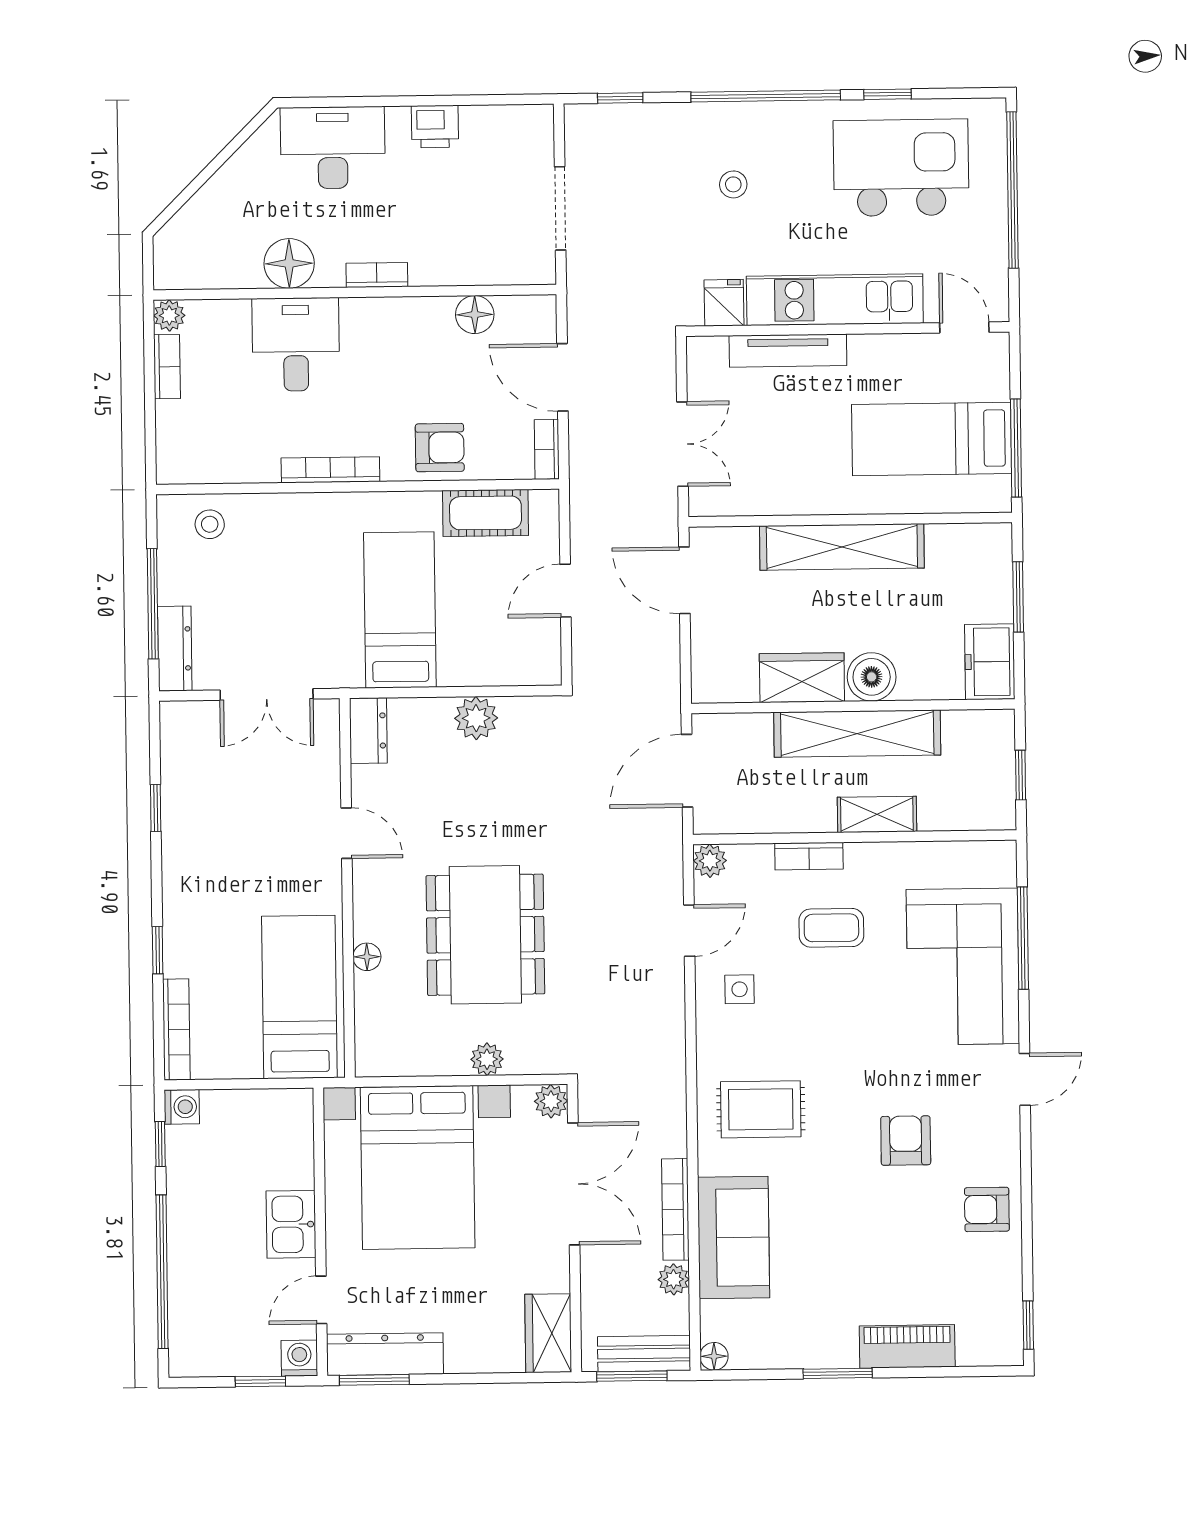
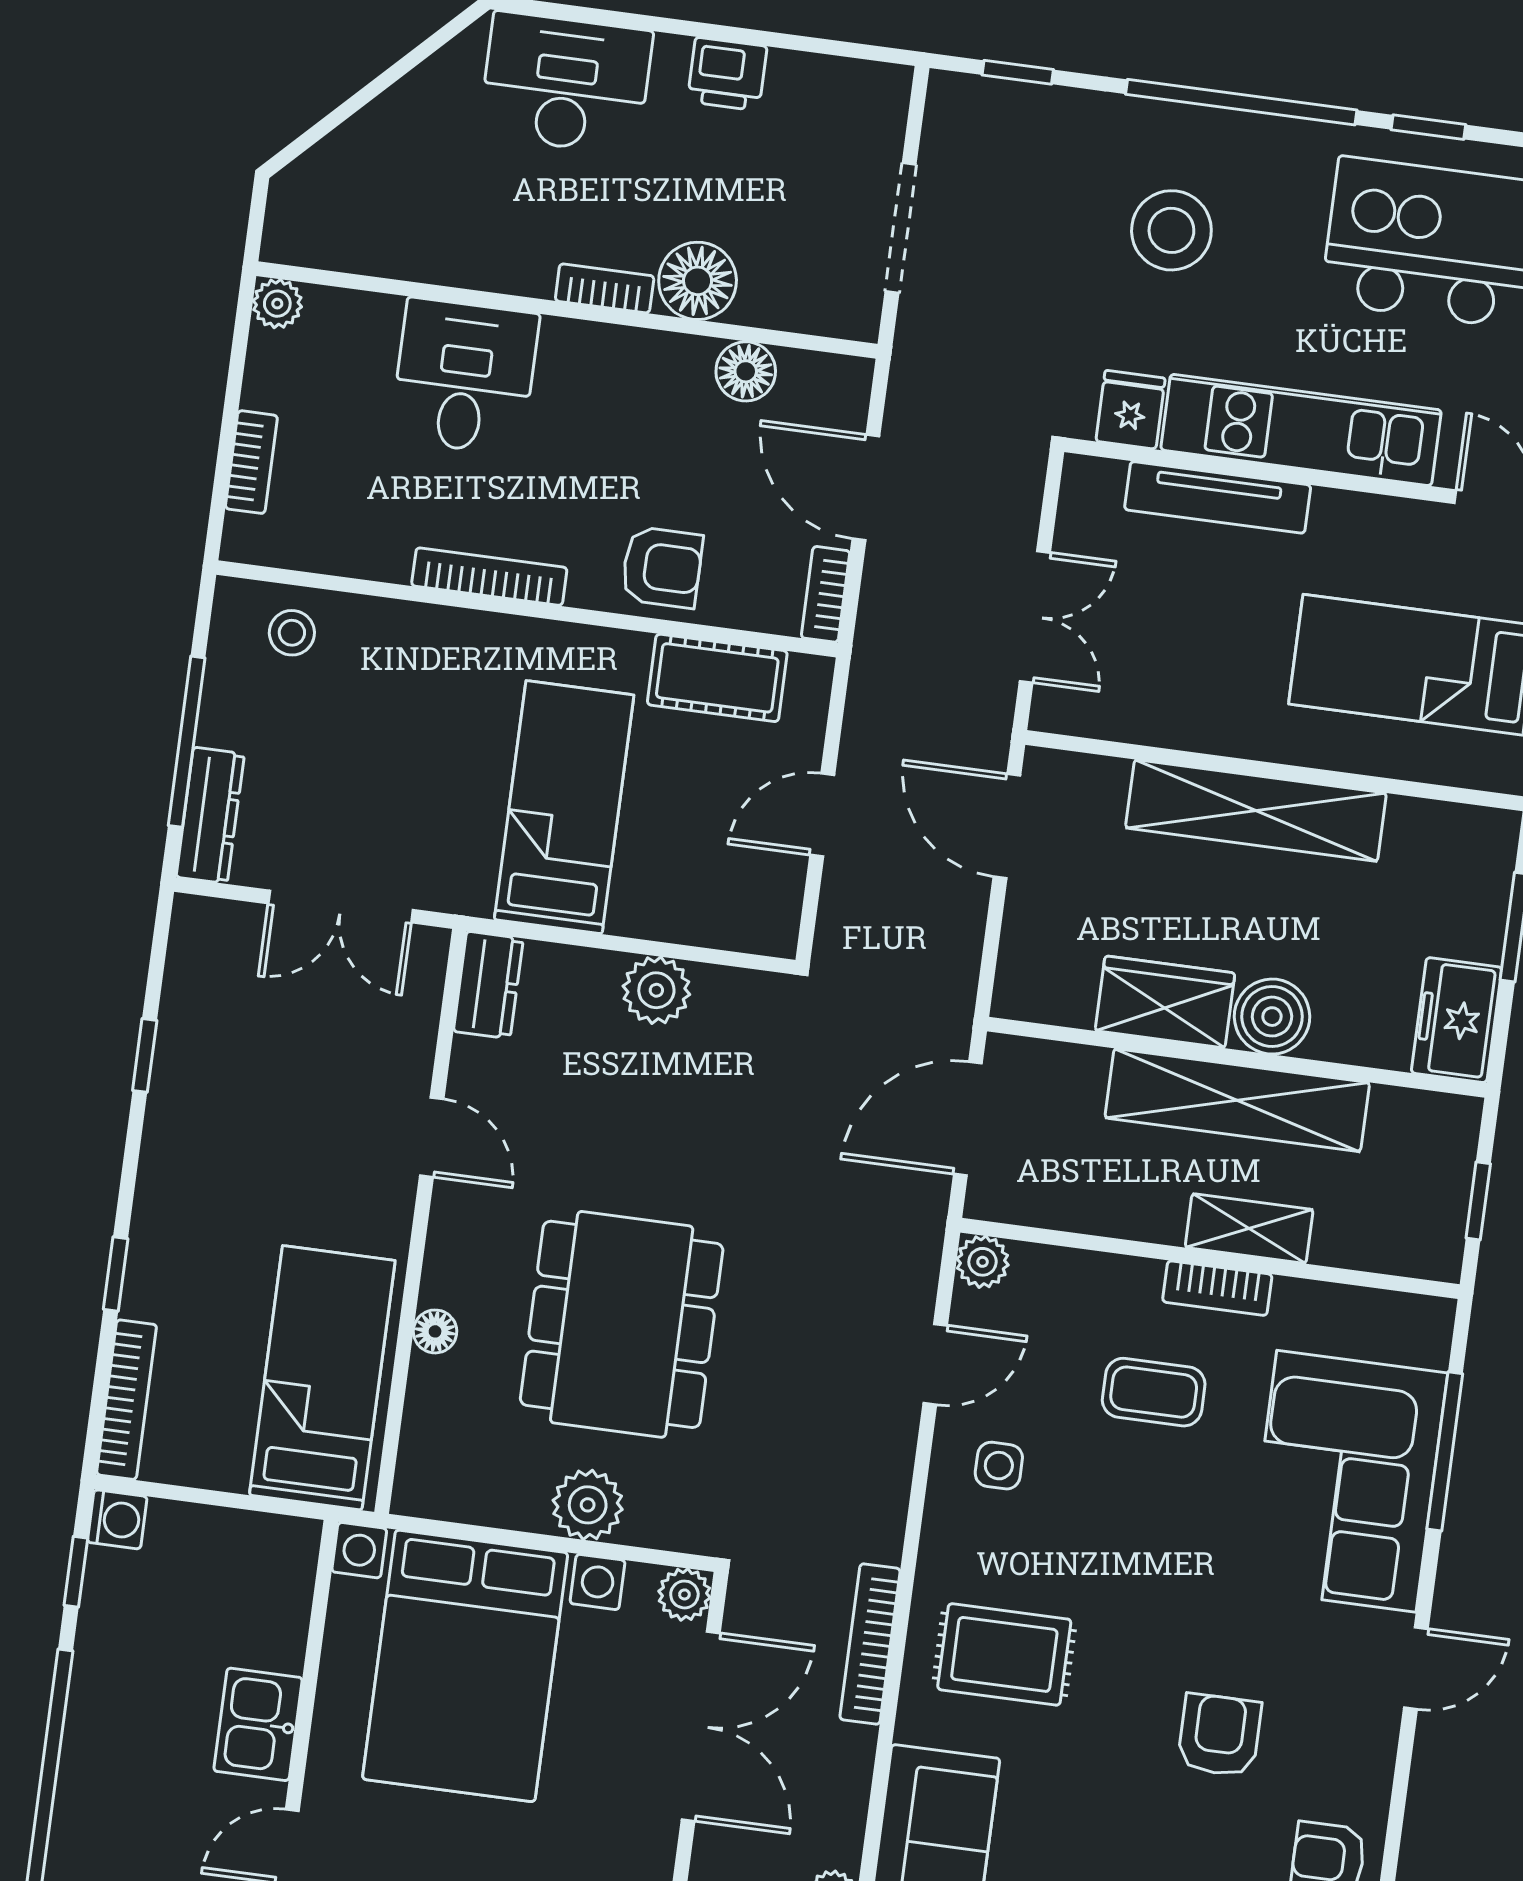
stool: (733, 184) -> (1171, 230), width x1.89, depth x1.89
floor lamp: (289, 263) -> (698, 281), moved
bookcase: (167, 367) -> (251, 462), moved
bookcase: (809, 856) -> (1217, 1288), moved
plant: (487, 1059) -> (588, 1505), width x1.38, depth x1.38
bookcase: (675, 1209) -> (870, 1644), moved

